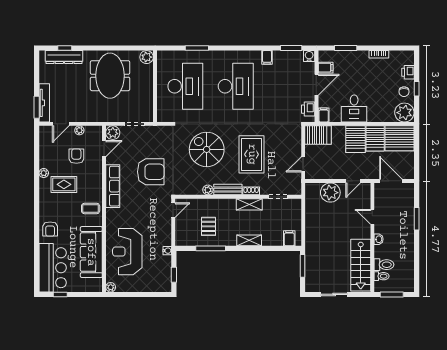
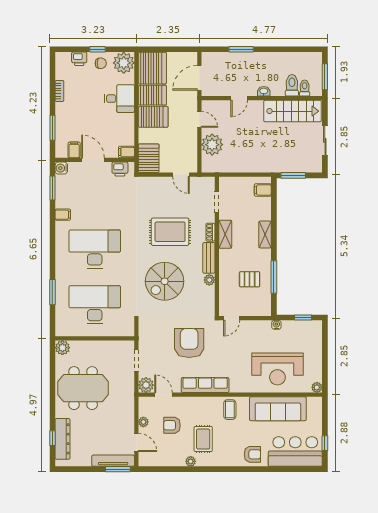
desk: (354, 108) -> (119, 99), moved
door: (173, 210) -> (232, 318), swing flipped

